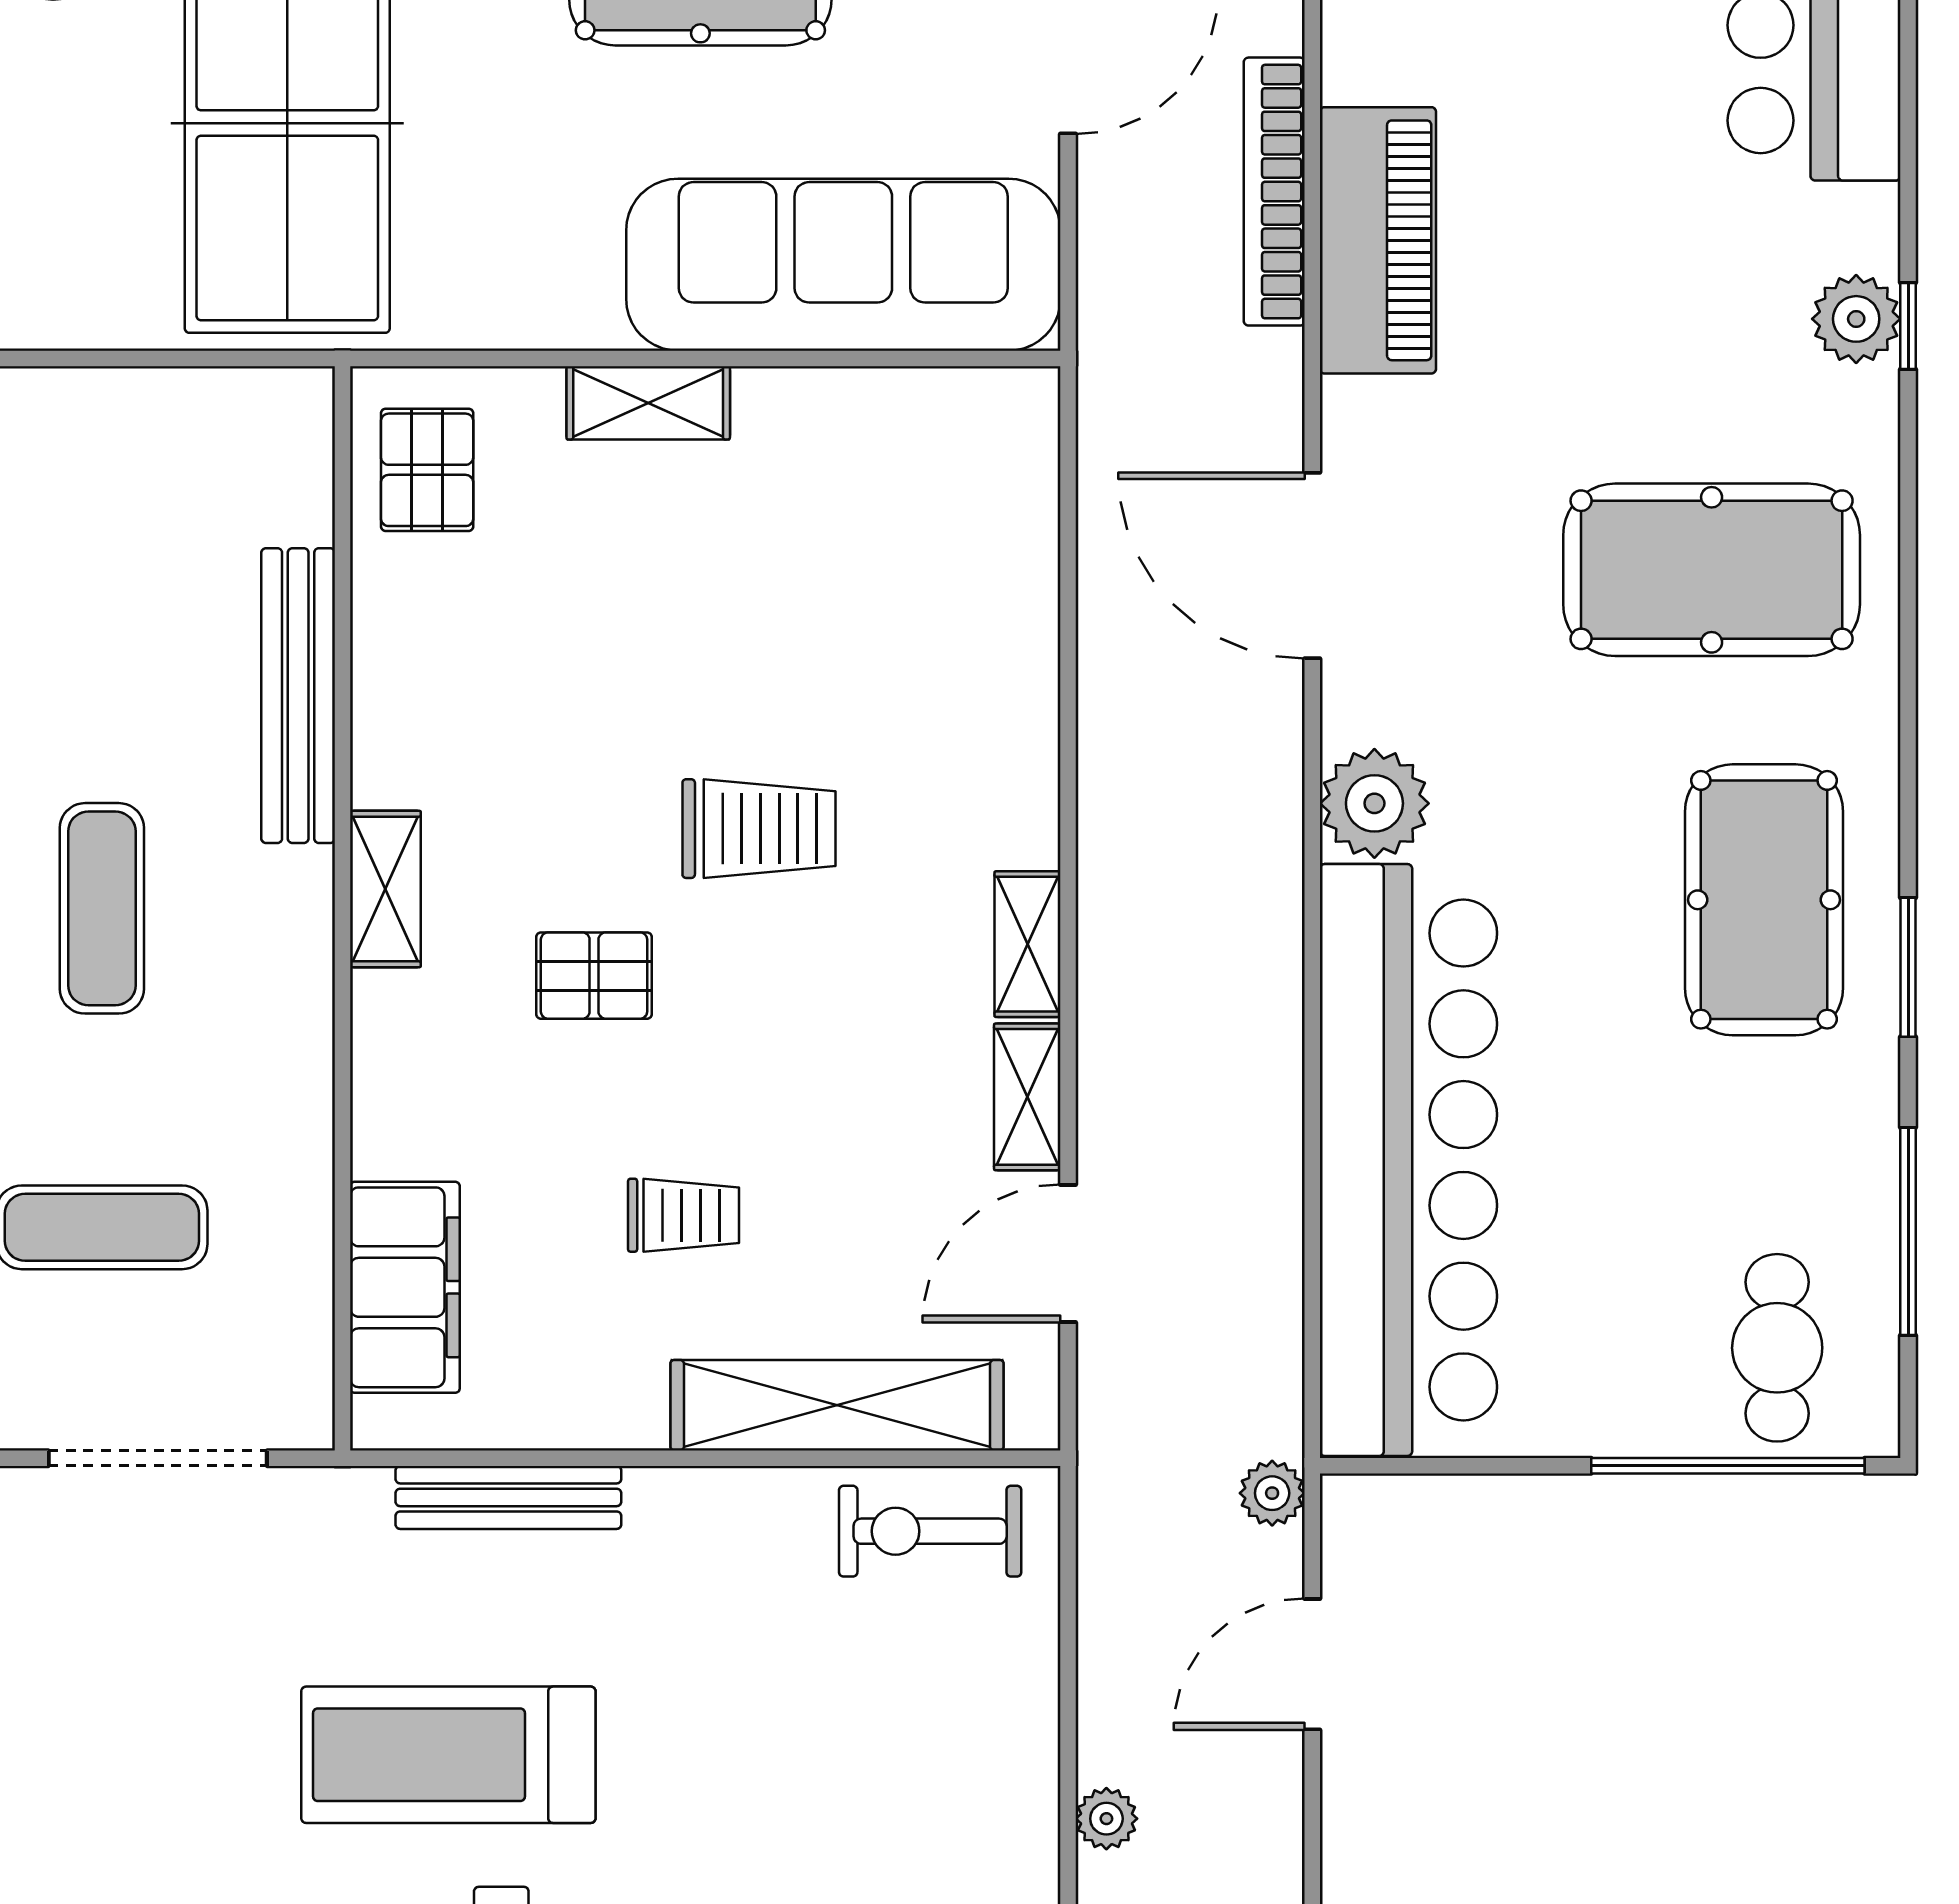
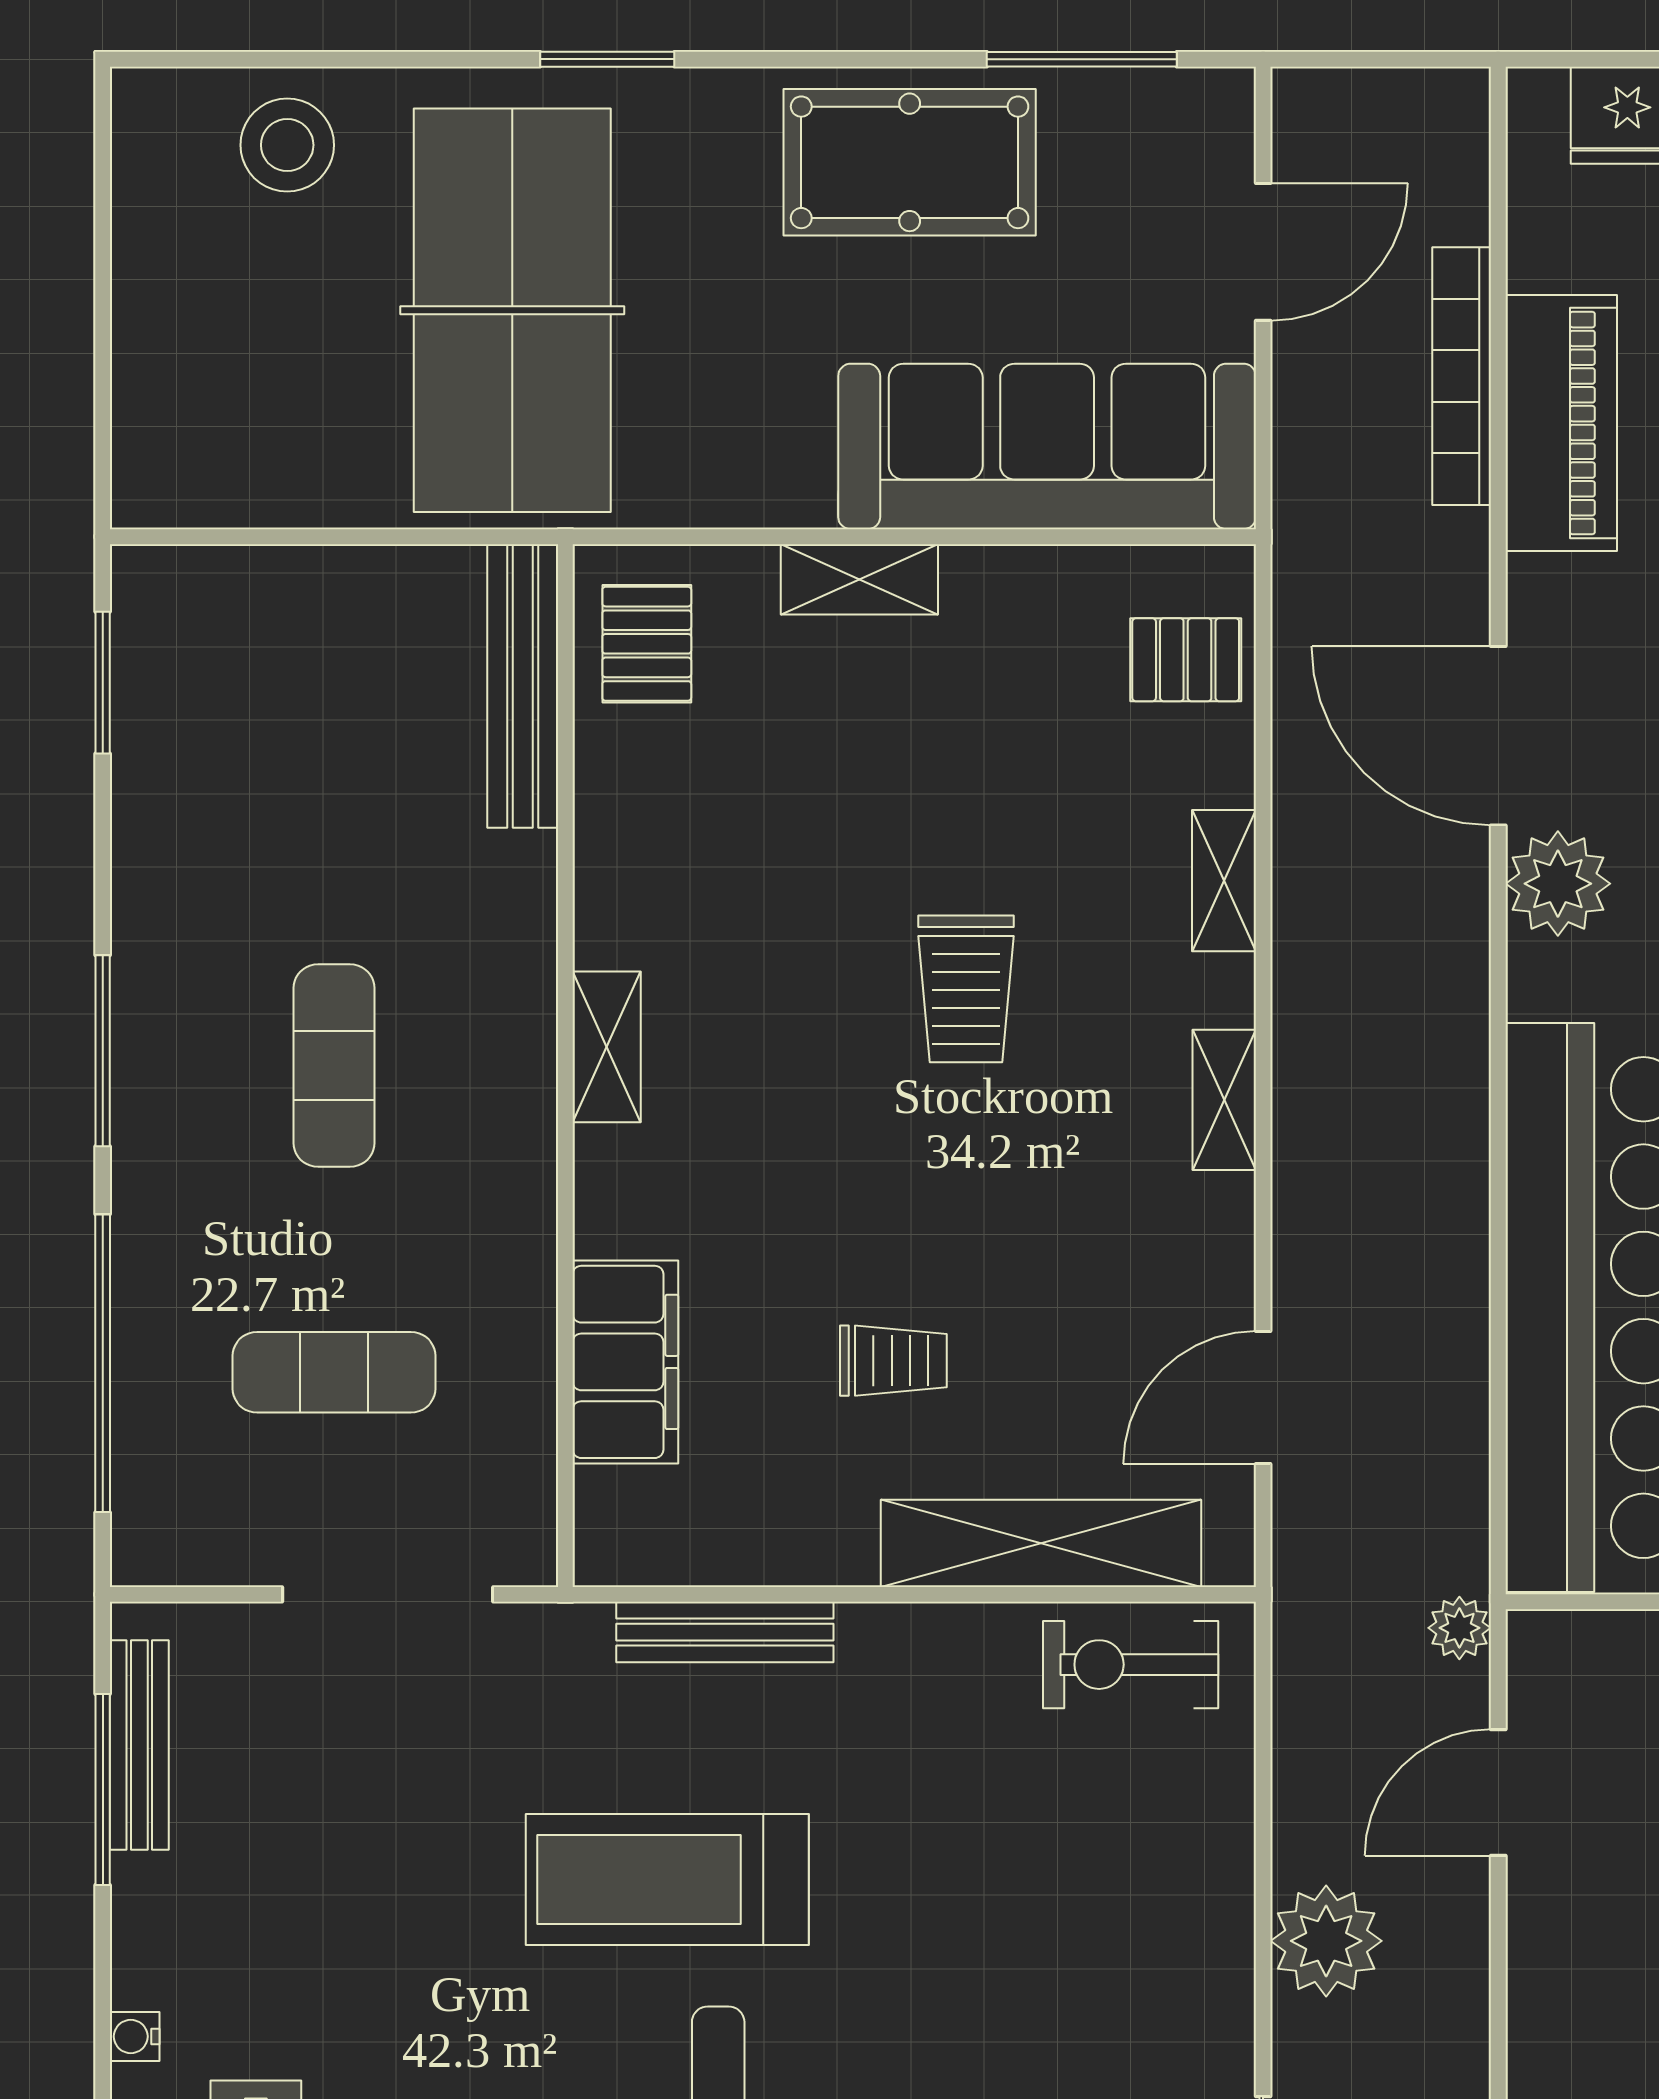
bench: (298, 696) -> (523, 686), moved
plant: (1374, 803) -> (1558, 884), moved
trolley: (759, 829) -> (966, 989), turned 90
pallet: (594, 976) -> (1186, 660), moved
shelving: (1027, 1097) -> (1224, 881), moved
filing cabinet: (405, 1287) -> (625, 1362), moved
plant: (1106, 1819) -> (1326, 1941), width x1.87, depth x1.87

